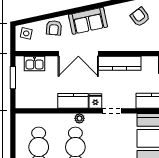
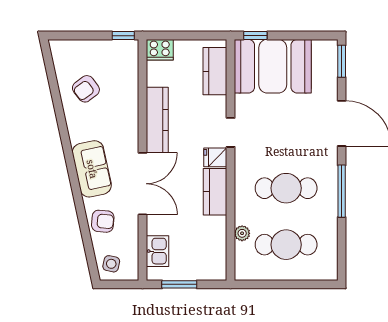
plant: (79, 118) -> (242, 233), moved

